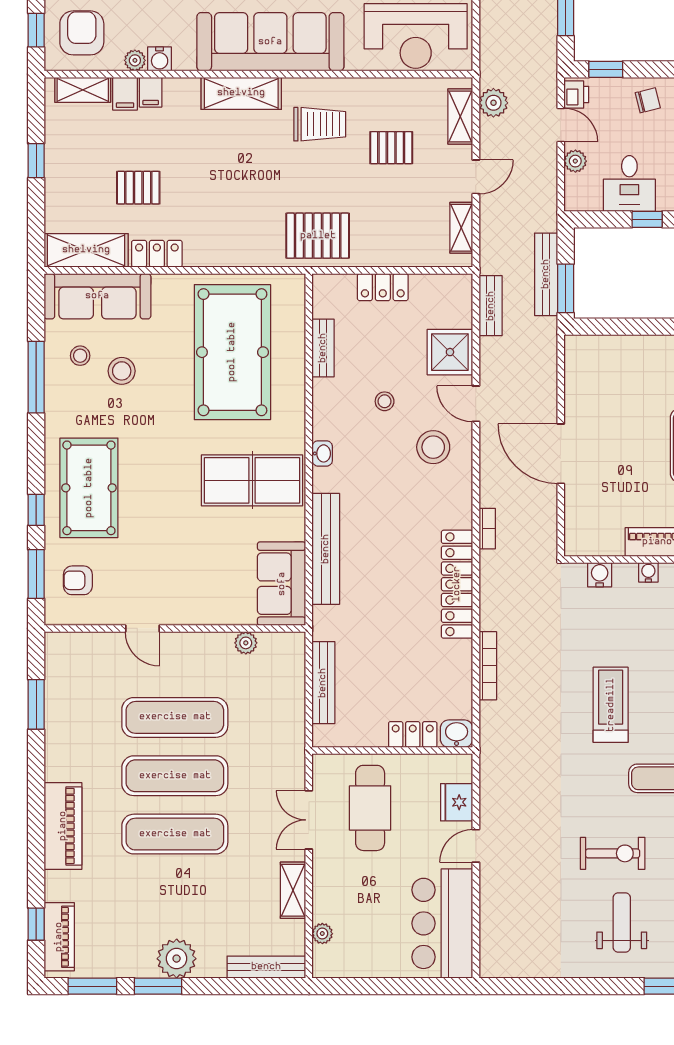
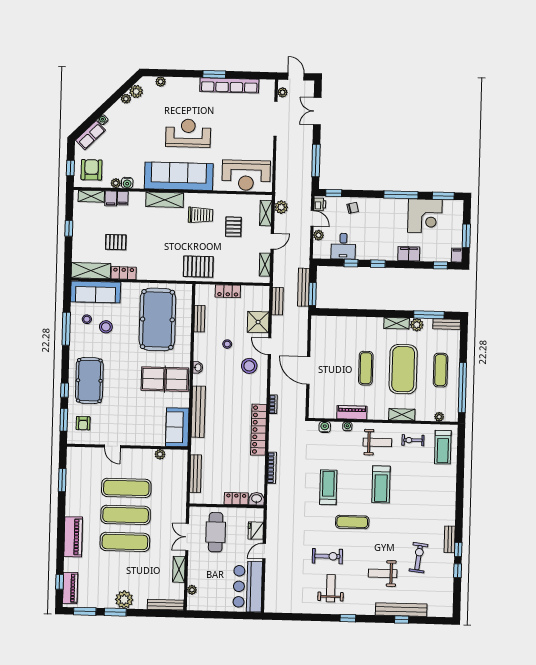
pallet: (391, 148) -> (233, 227), turned 90
armchair: (78, 580) -> (83, 423), turned -90

